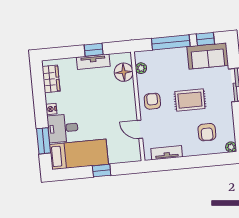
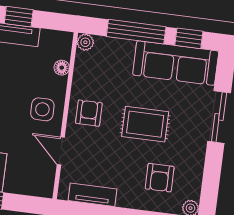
sofa: (208, 56) -> (176, 63), width x1.36
plant: (141, 68) -> (85, 42), moved
floor lamp: (124, 72) -> (62, 68), width x0.53, depth x0.53
side table: (122, 106) -> (42, 109), added

